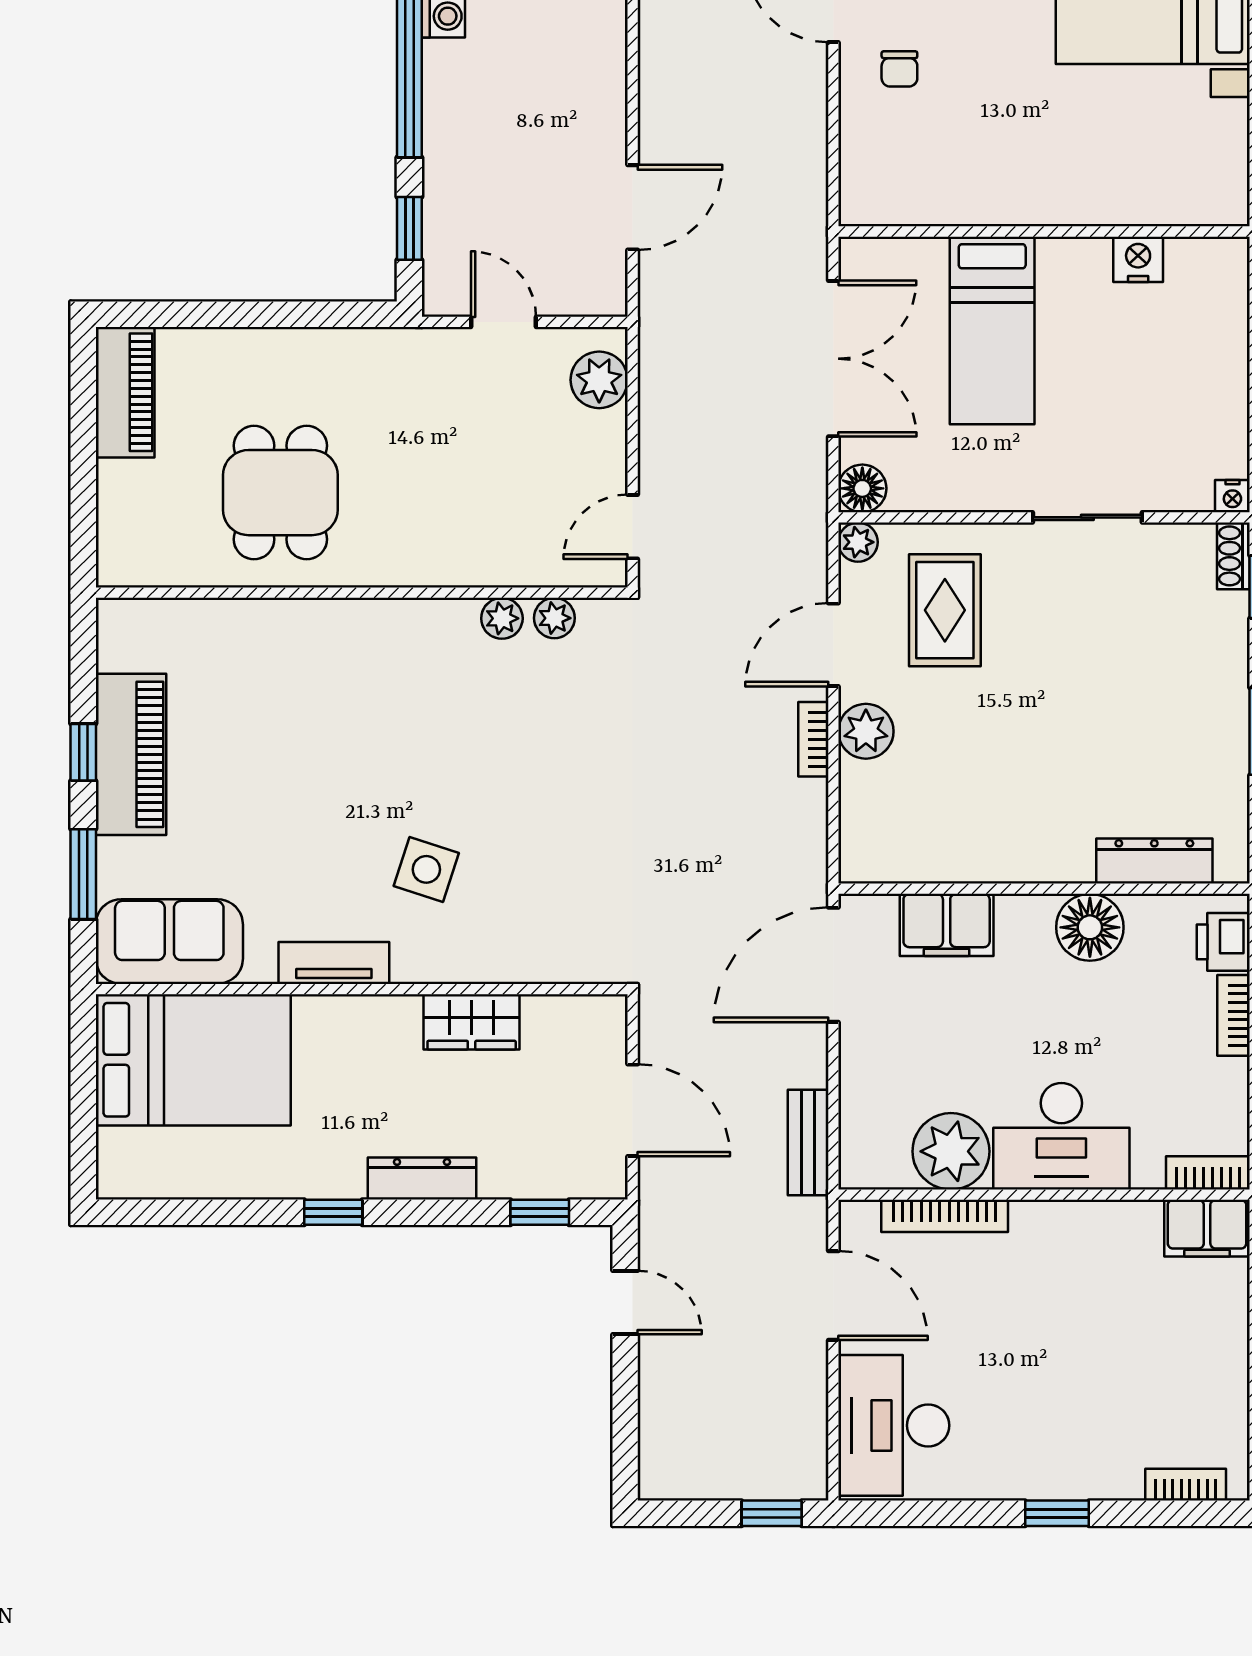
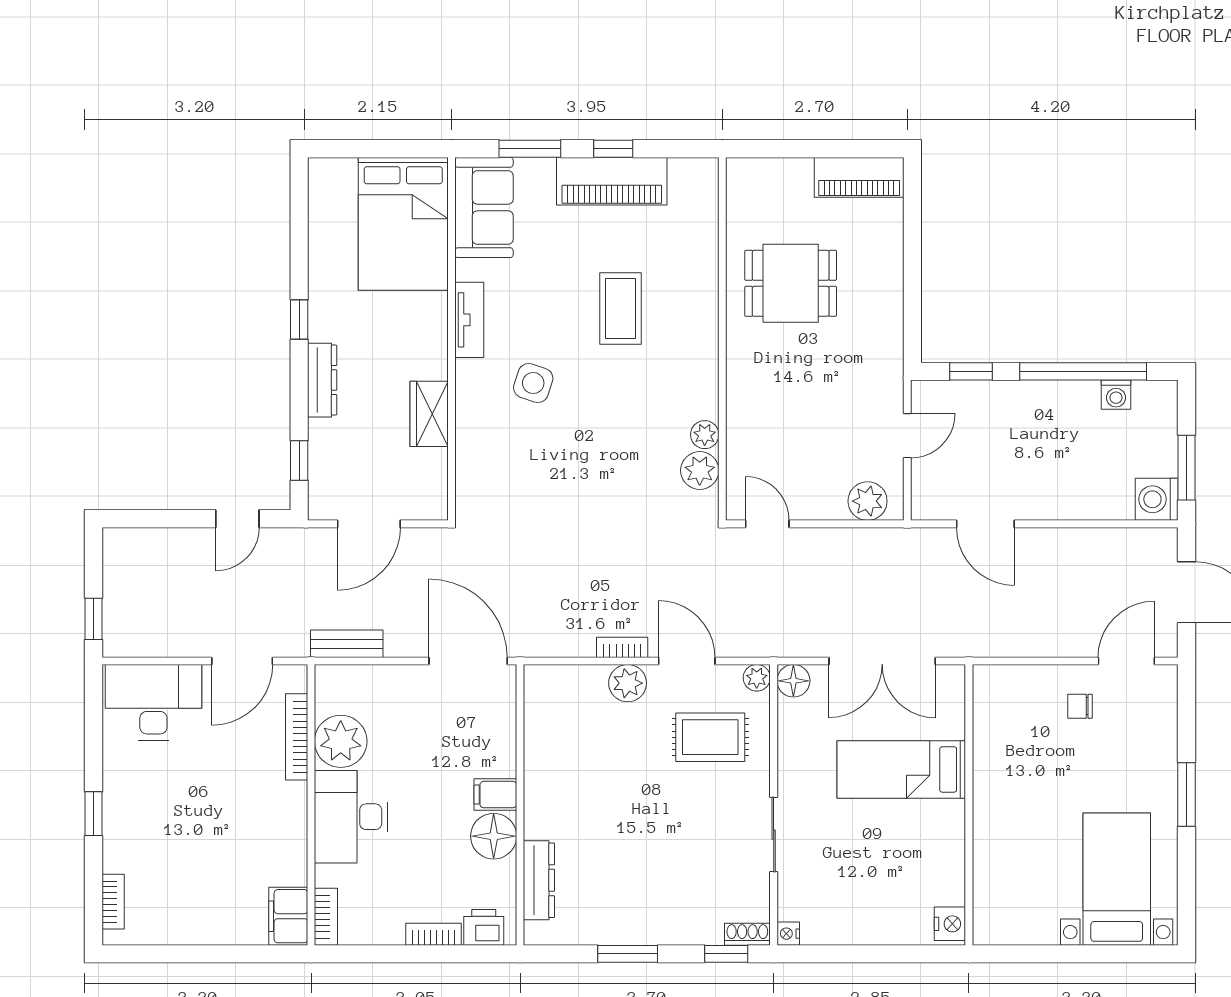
nightstand: (1138, 259) -> (950, 924), moved
plant: (554, 618) -> (700, 470), width x1.38, depth x1.38
coffee table: (317, 742) -> (620, 308), added
filing cabinet: (947, 925) -> (495, 795), moved, width x0.50

